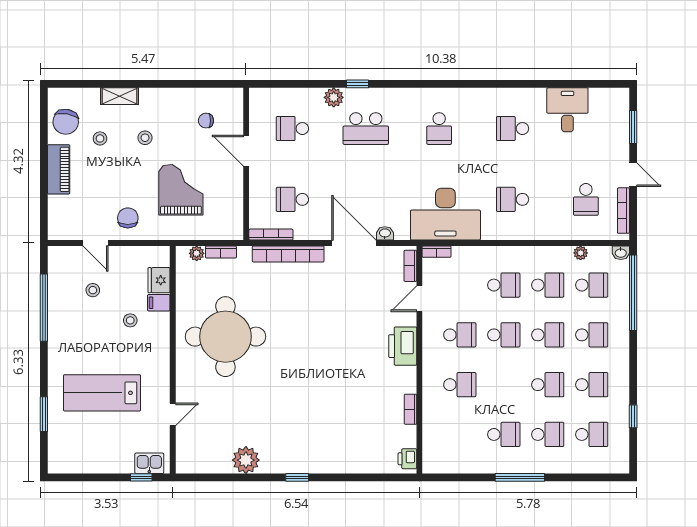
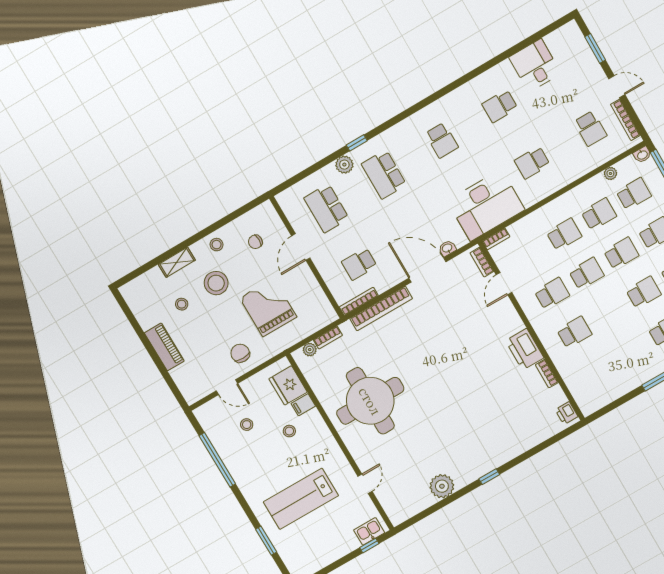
stool: (167, 102) -> (217, 245), added
chair: (66, 122) -> (147, 307), removed
school desk: (292, 129) -> (326, 208), width x1.85
school desk: (366, 129) -> (384, 174), turned 90
stool: (145, 138) -> (216, 283), width x1.89, depth x1.89
door: (246, 151) -> (301, 247), hinge flipped
fridge: (159, 280) -> (288, 385), width x1.36, depth x1.34
printer: (403, 346) -> (525, 349), moved
school desk: (504, 434) -> (631, 351), removed

